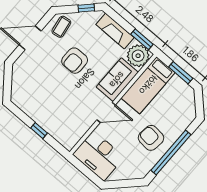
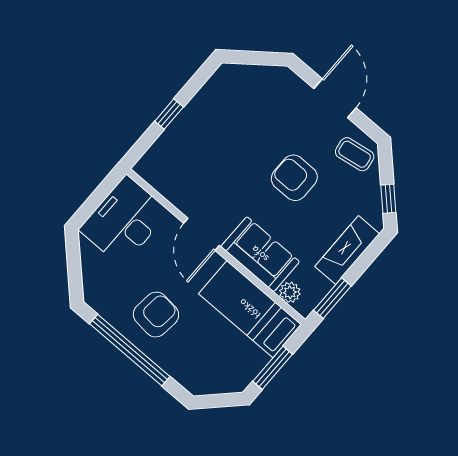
plant: (138, 56) -> (290, 292), width x0.53, depth x0.53

